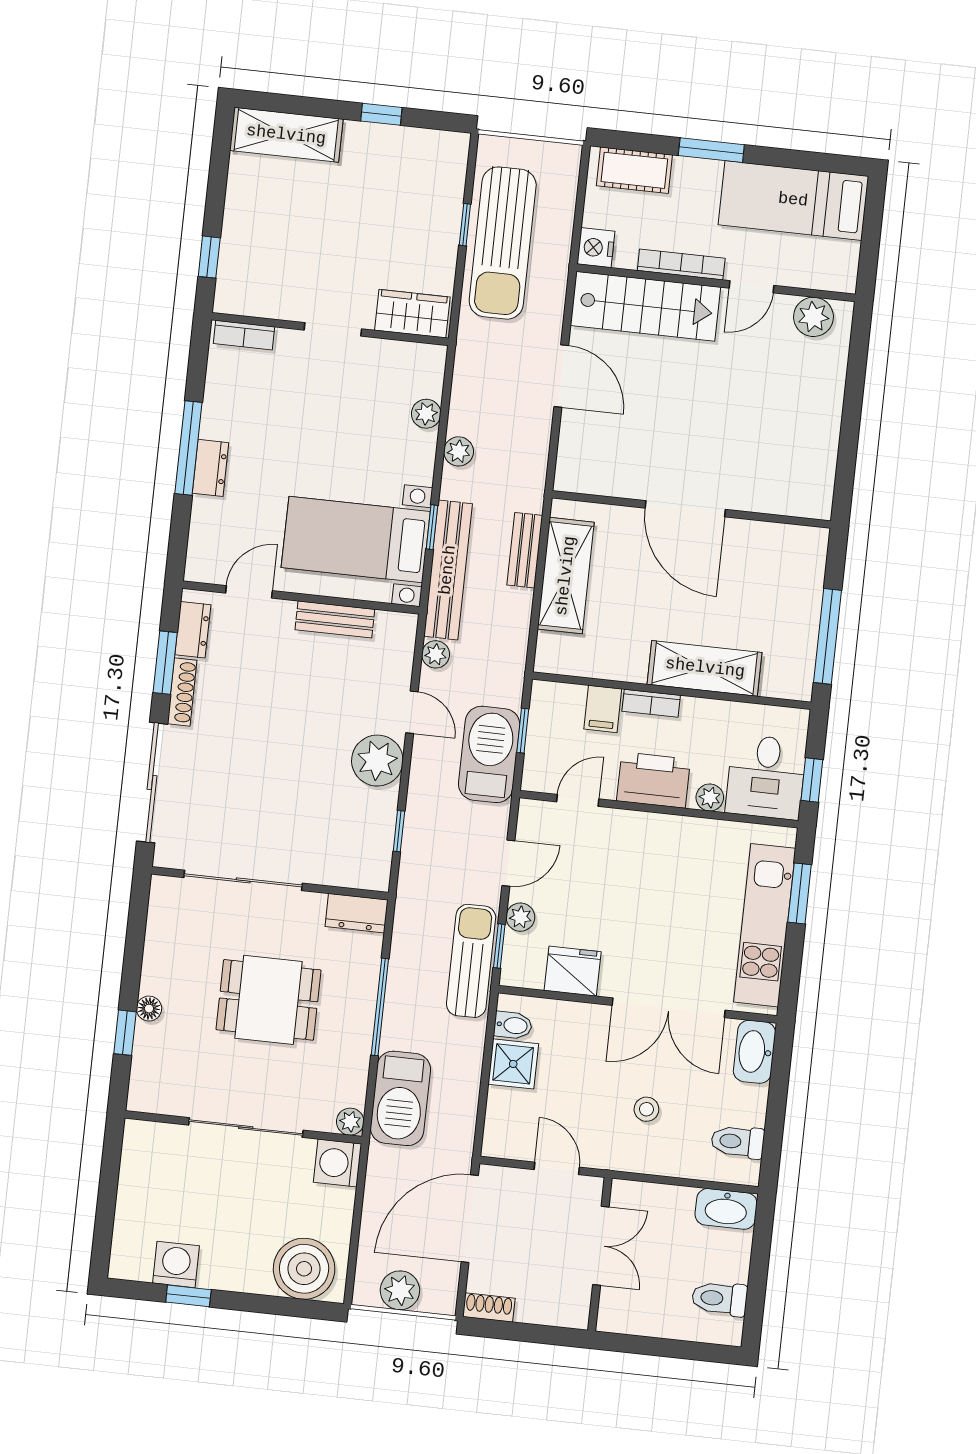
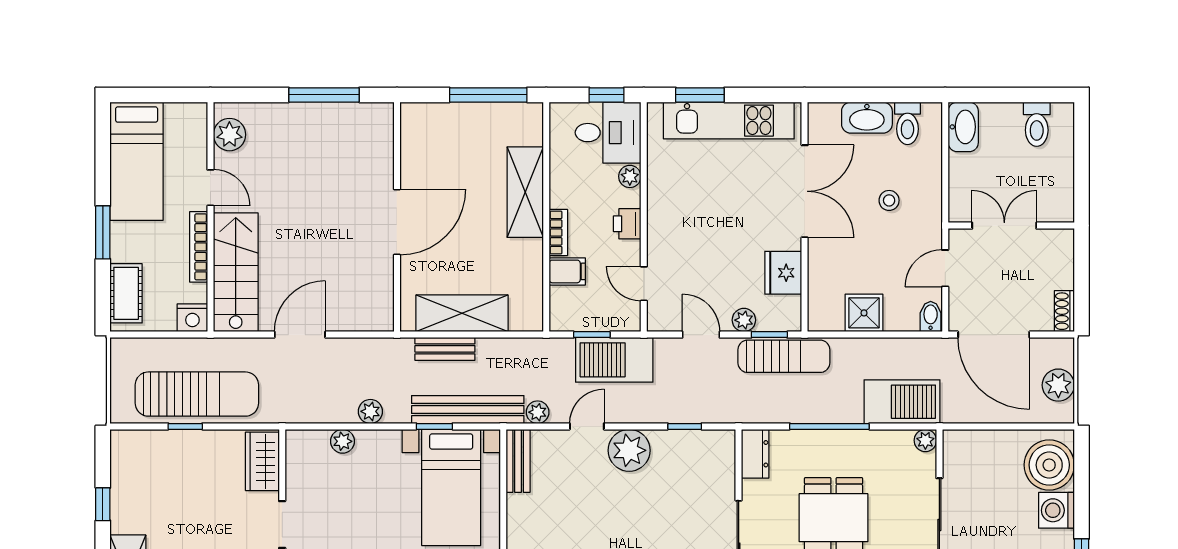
window: (849, 437) -> (324, 95), added
bench: (335, 619) -> (518, 461), moved
printer: (653, 780) -> (627, 224), width x0.53, depth x0.68
sun lounger: (471, 961) -> (784, 356), turned 180
bidet: (513, 1025) -> (931, 317), moved
washbasin: (754, 1052) -> (867, 118), moved
washing machine: (337, 1163) -> (1056, 510), moved, turned 90

